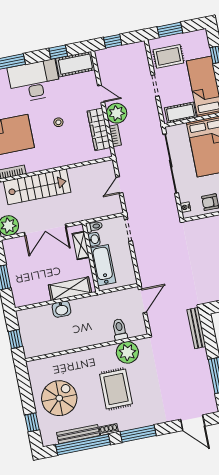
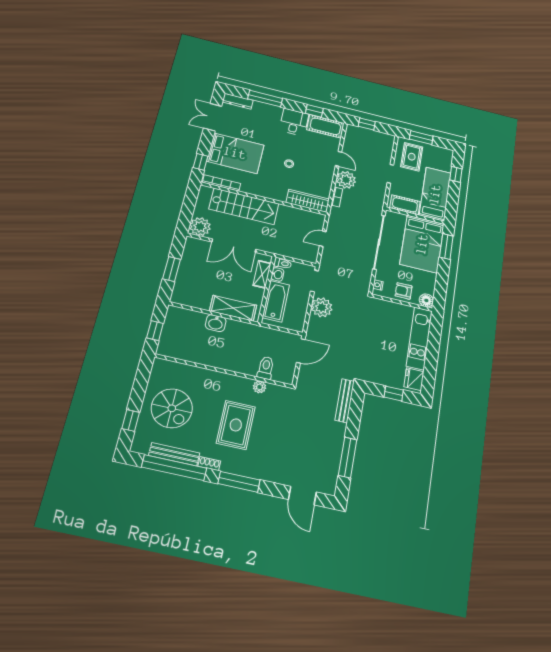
rug: (168, 56) -> (412, 157), turned 90
desk: (34, 81) -> (294, 122), width x0.53, depth x0.77
wardrobe: (99, 129) -> (308, 201), moved, turned 90
plant: (144, 252) -> (322, 307), added
plant: (127, 352) -> (259, 387), width x0.53, depth x0.53
spiral stairs: (59, 398) -> (172, 408), turned 90

